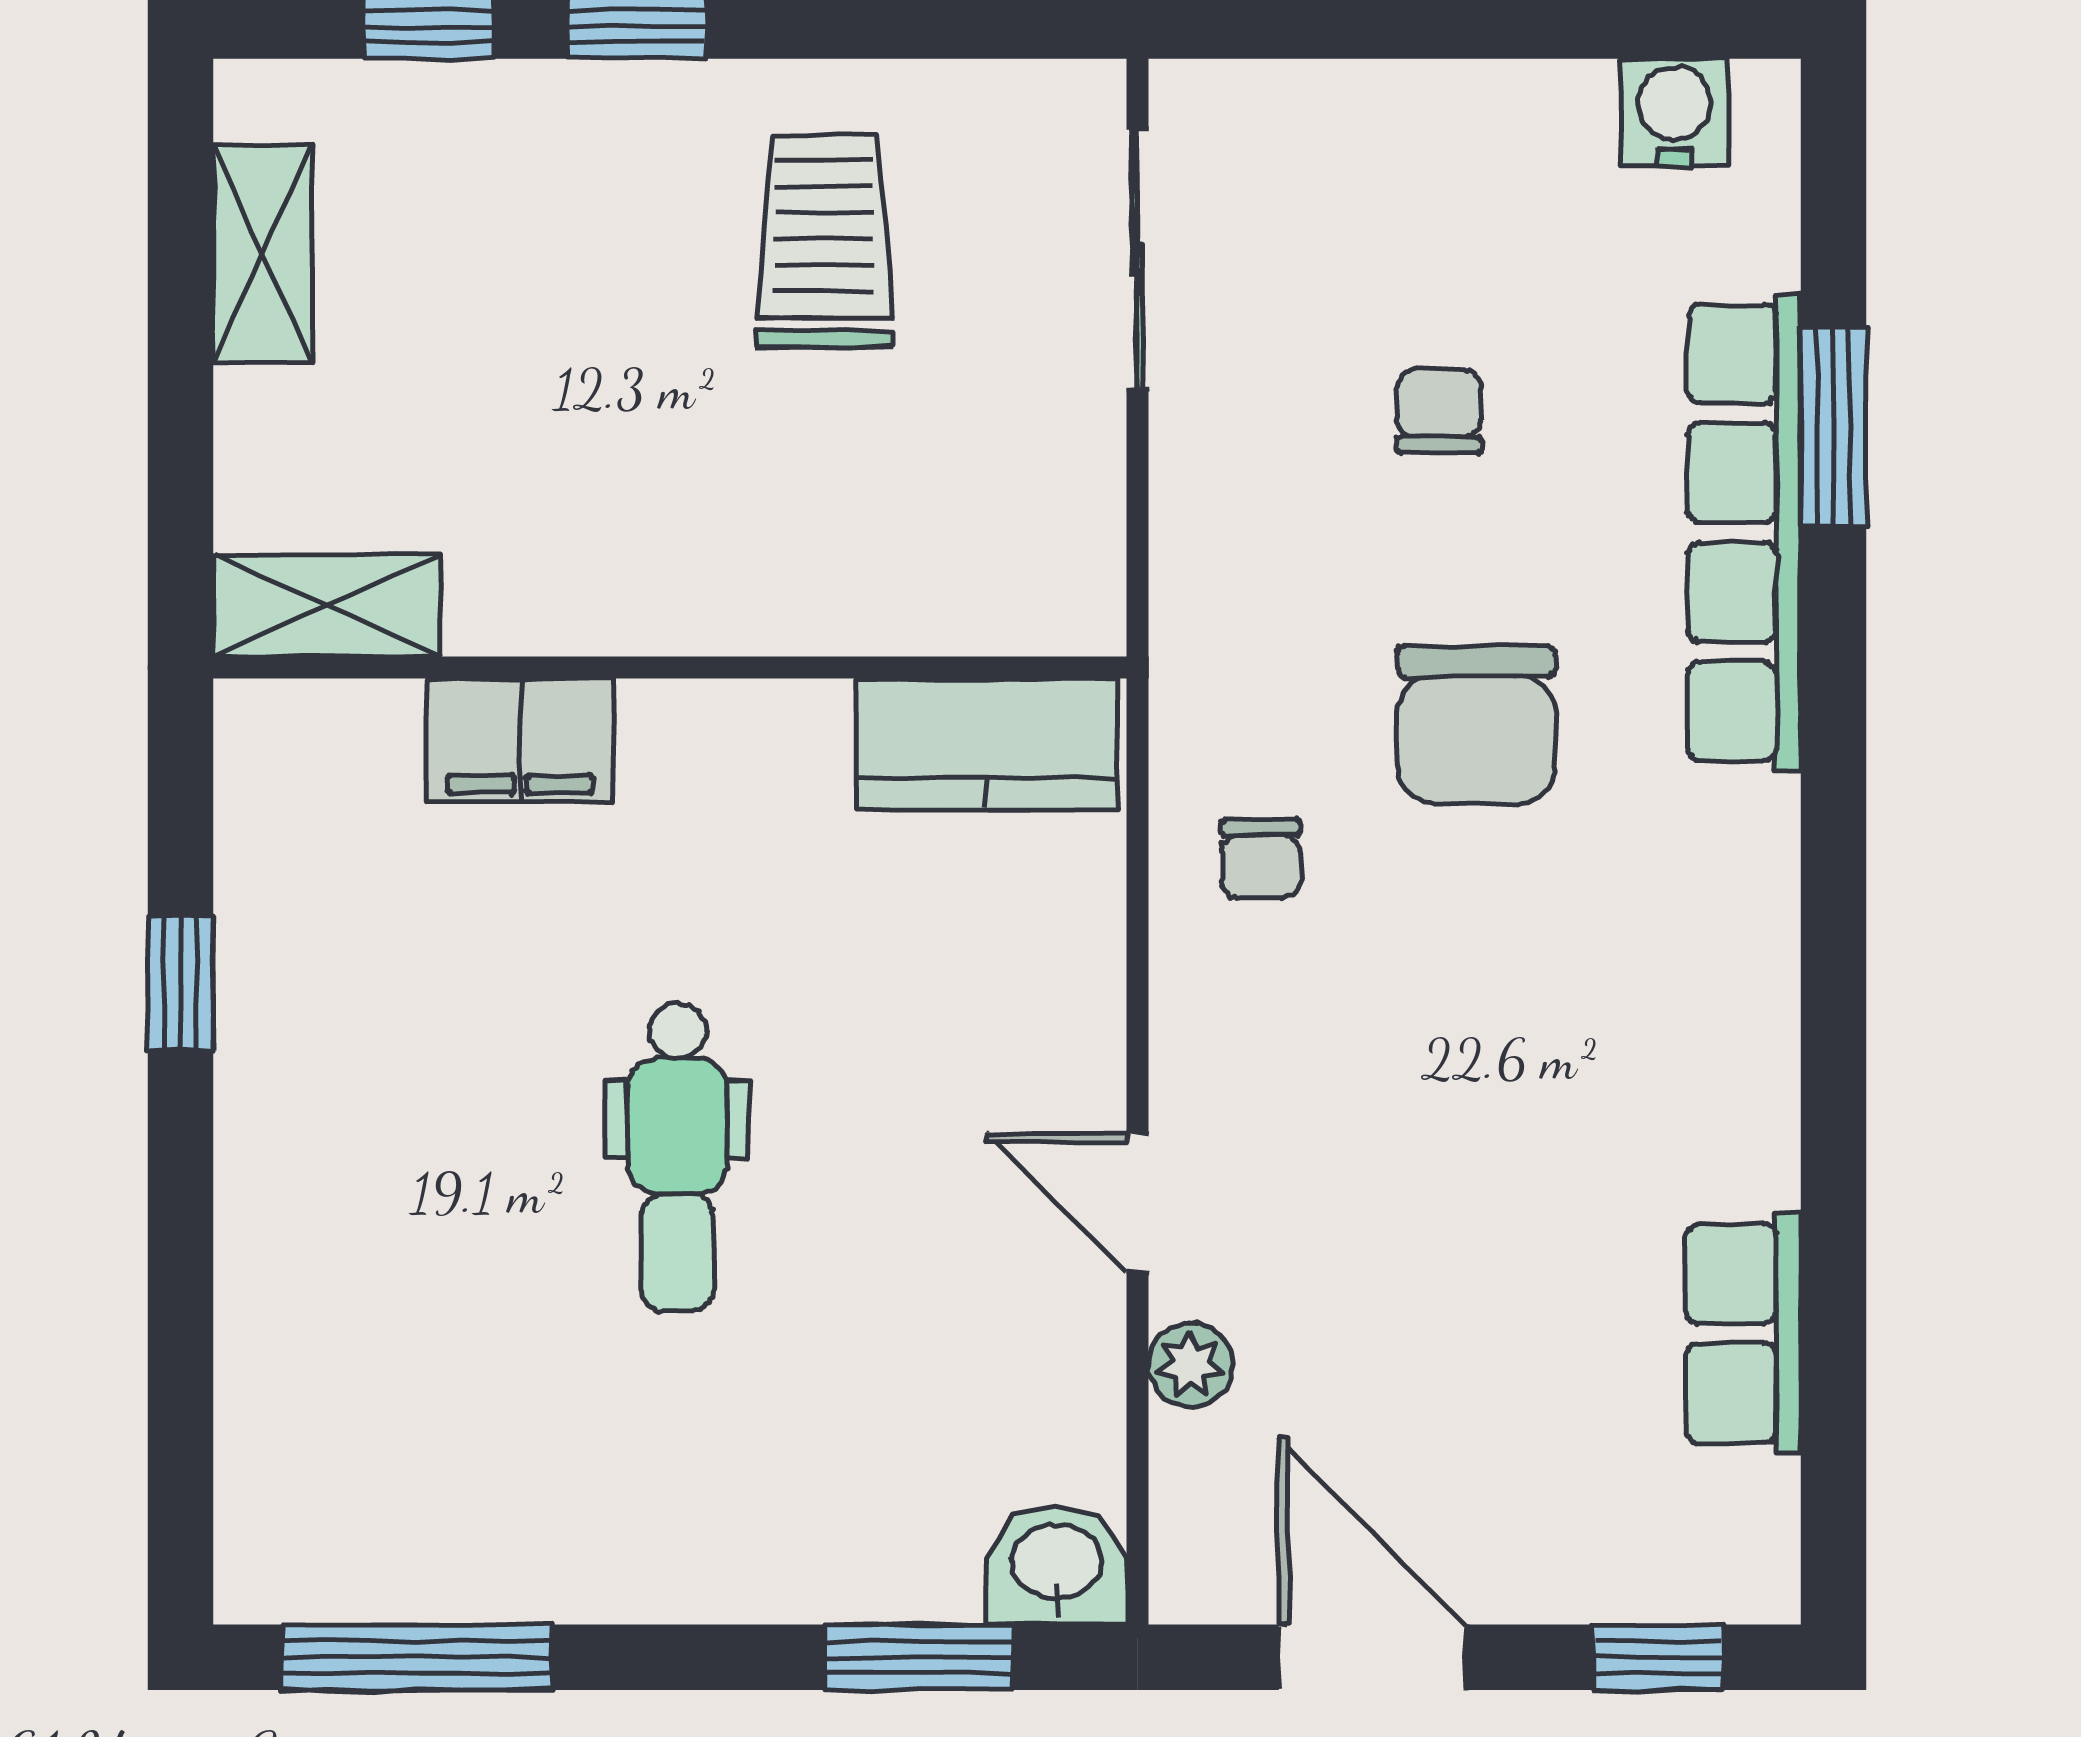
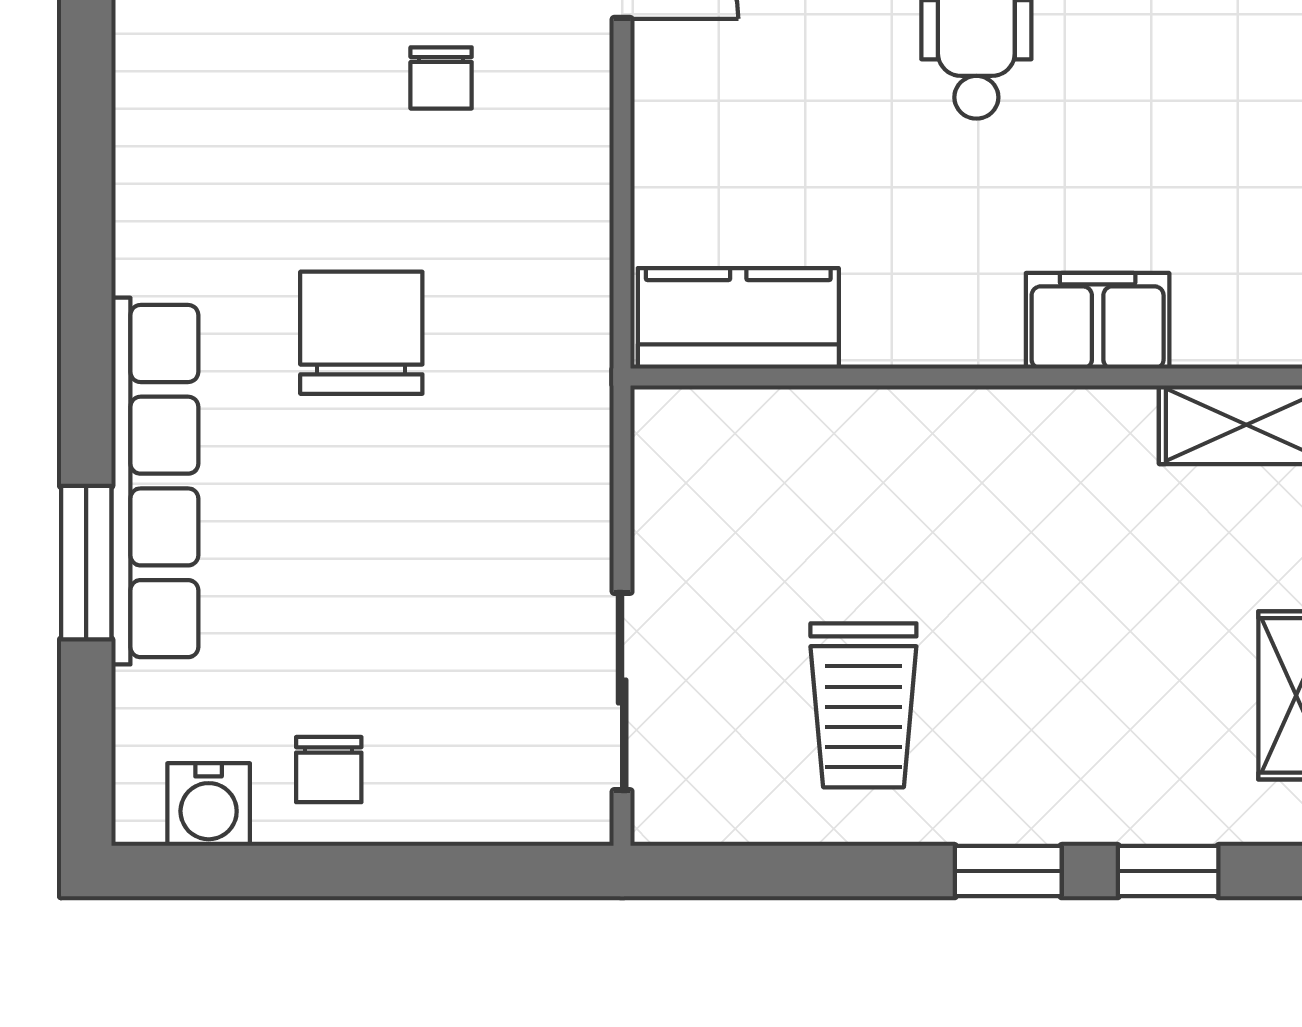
chair: (1439, 411) -> (329, 770), moved
chair: (1261, 859) -> (441, 78), moved, turned 180

